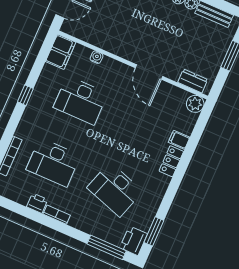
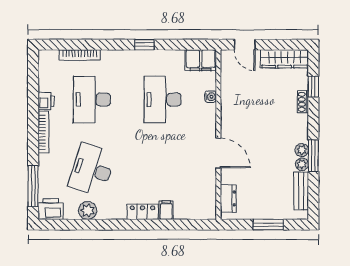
door: (149, 72) -> (218, 153), swing flipped
plant: (195, 104) -> (88, 211), moved
bookcase: (57, 215) -> (43, 132), width x1.56
window: (154, 231) -> (68, 225), removed

